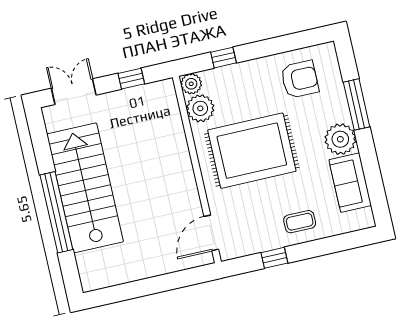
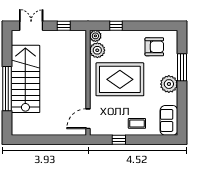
sofa: (350, 183) -> (169, 120), moved

